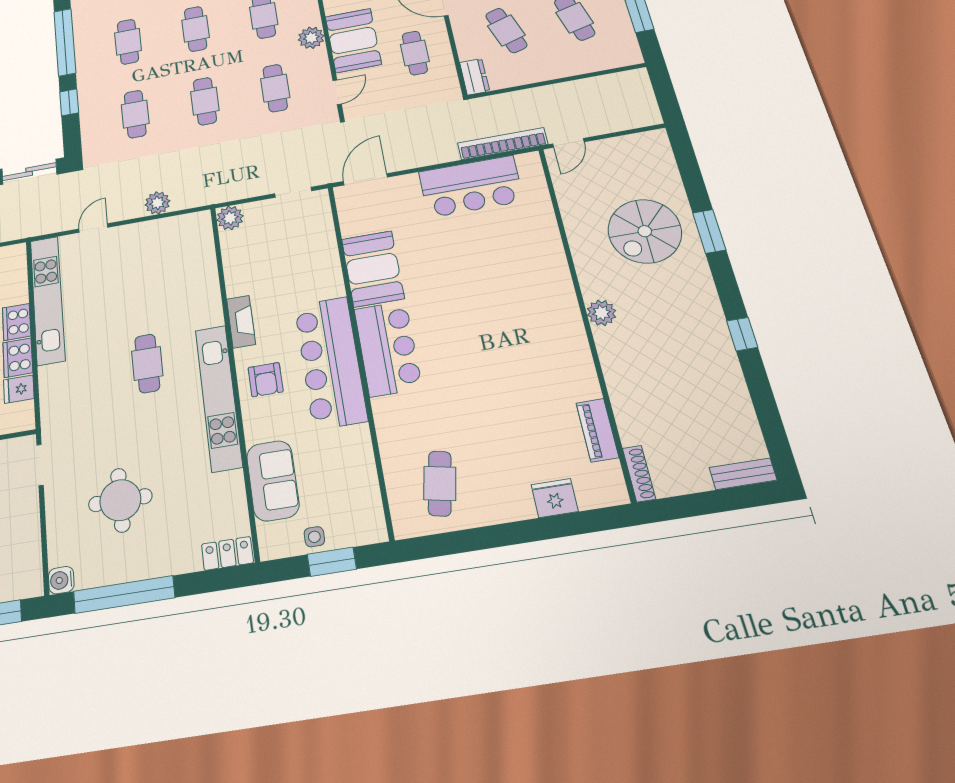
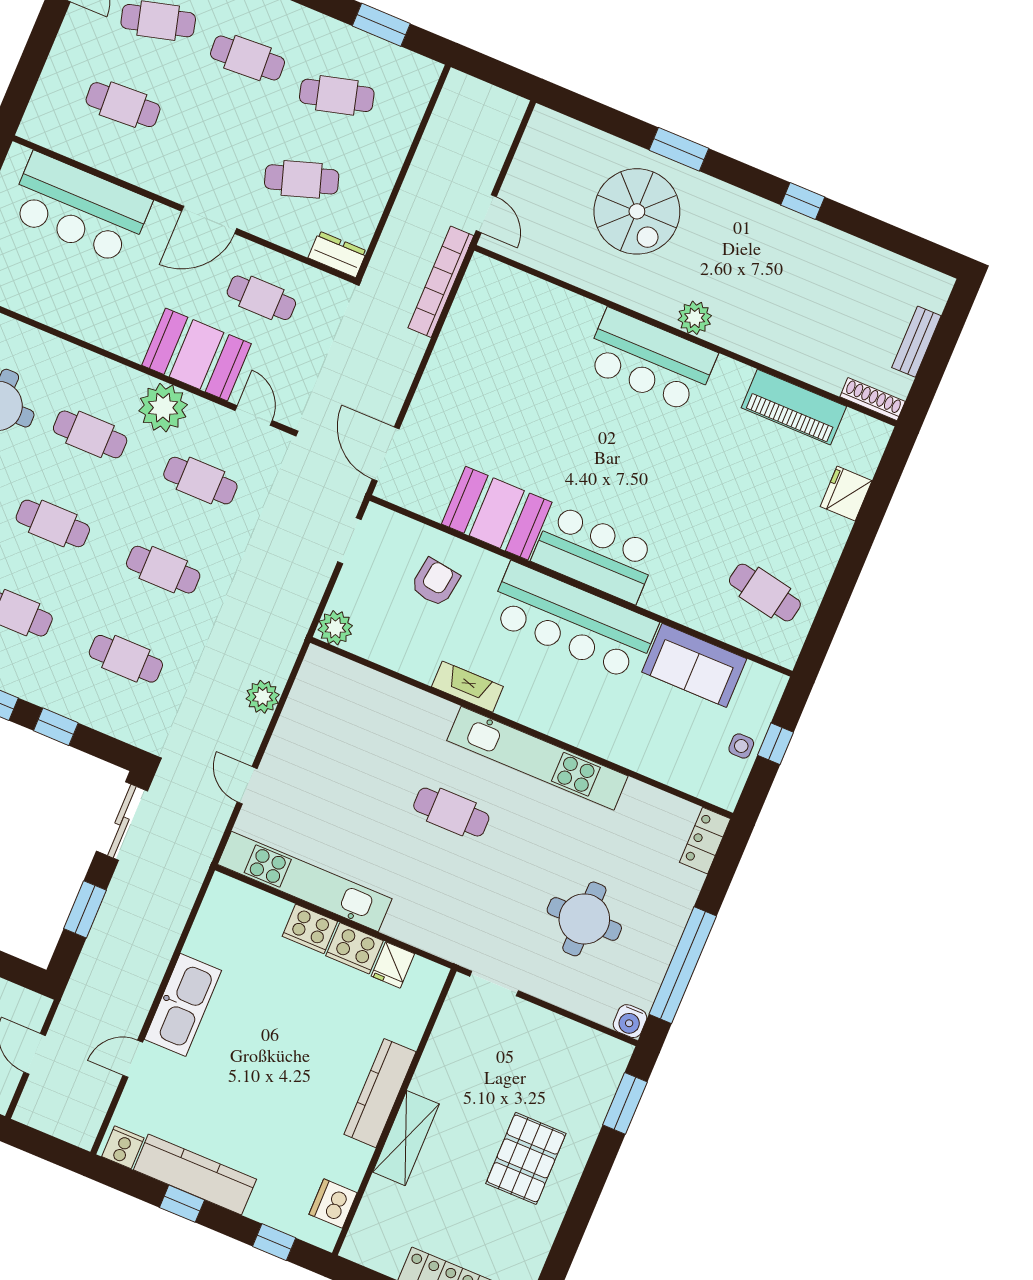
plant: (311, 38) -> (163, 408), width x1.36, depth x1.36
bar counter: (471, 186) -> (650, 361), moved, turned 90
armchair: (266, 380) -> (435, 582), moved, turned -82
piano: (597, 430) -> (794, 407), width x1.37, depth x1.33
bench: (743, 474) -> (916, 342), moved
sofa: (273, 481) -> (694, 665), moved, turned 180
window: (332, 562) -> (775, 744), width x0.67

